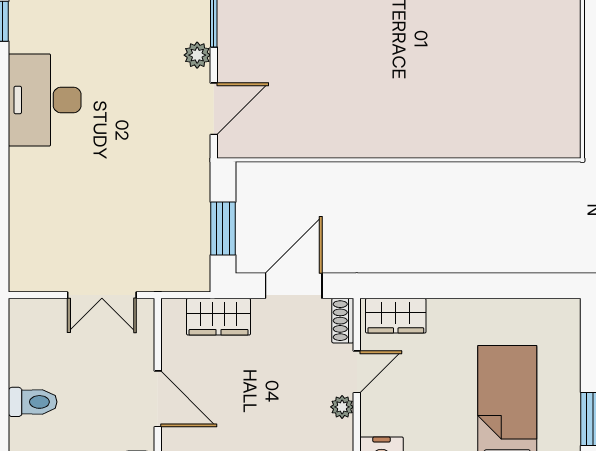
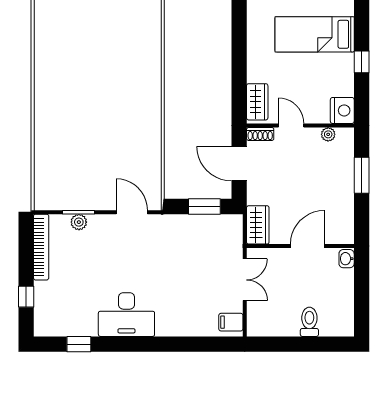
plant: (197, 55) -> (79, 222), moved
filing cabinet: (32, 272) -> (231, 322), added
wardrobe: (219, 317) -> (258, 225), moved
plant: (342, 407) -> (328, 134), moved

